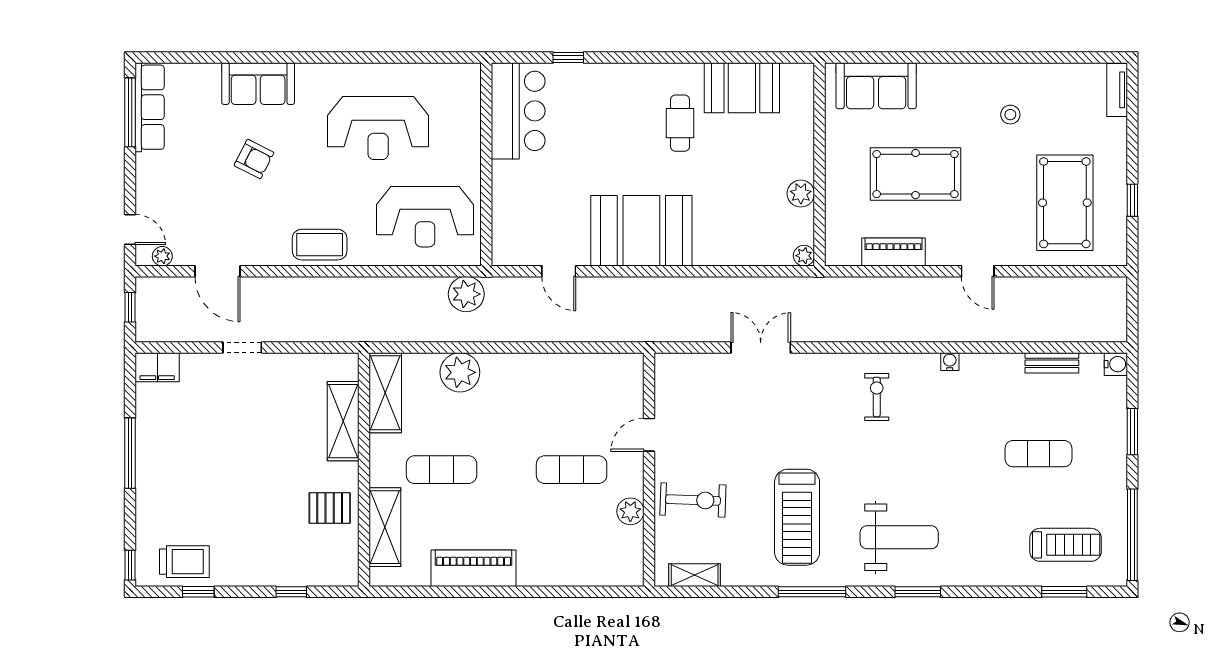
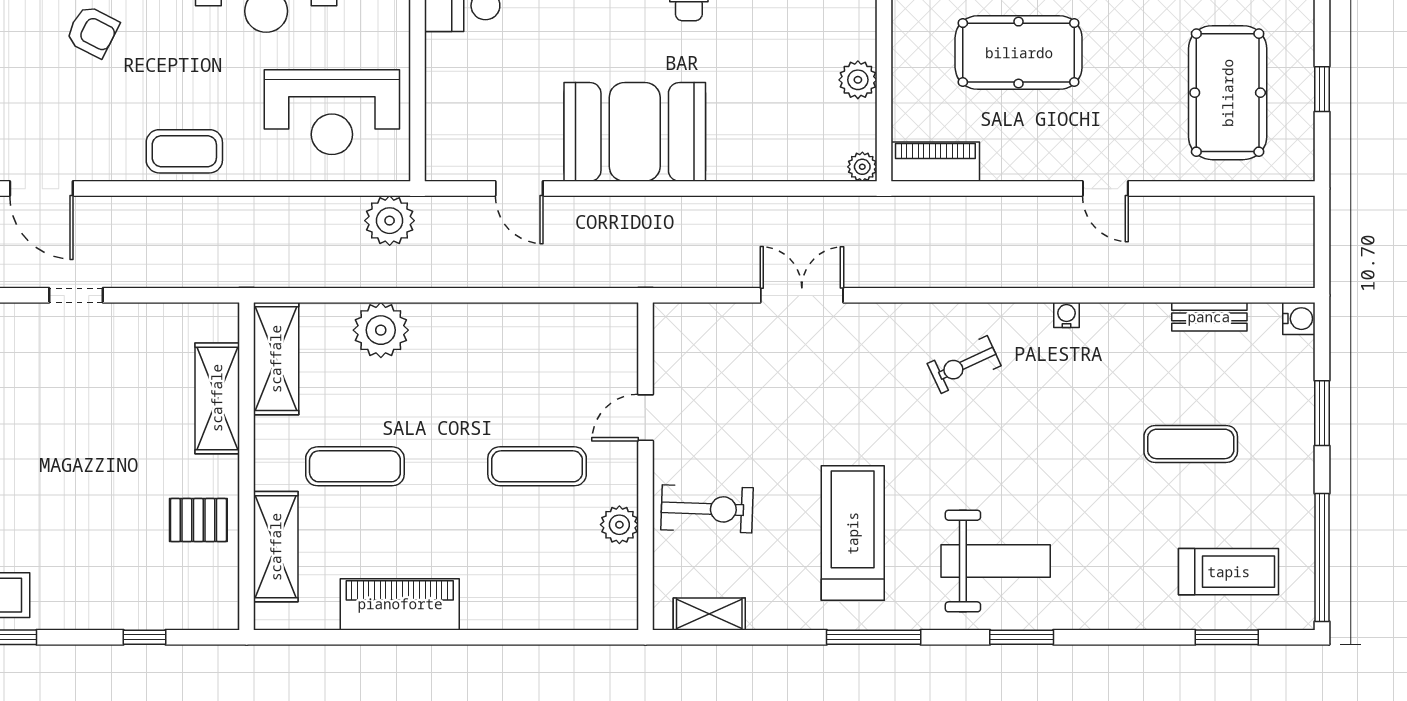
piano: (893, 252) -> (935, 162), moved
exercise bike: (877, 397) -> (964, 365), turned -115
treadmill: (797, 517) -> (853, 533), turned 180

